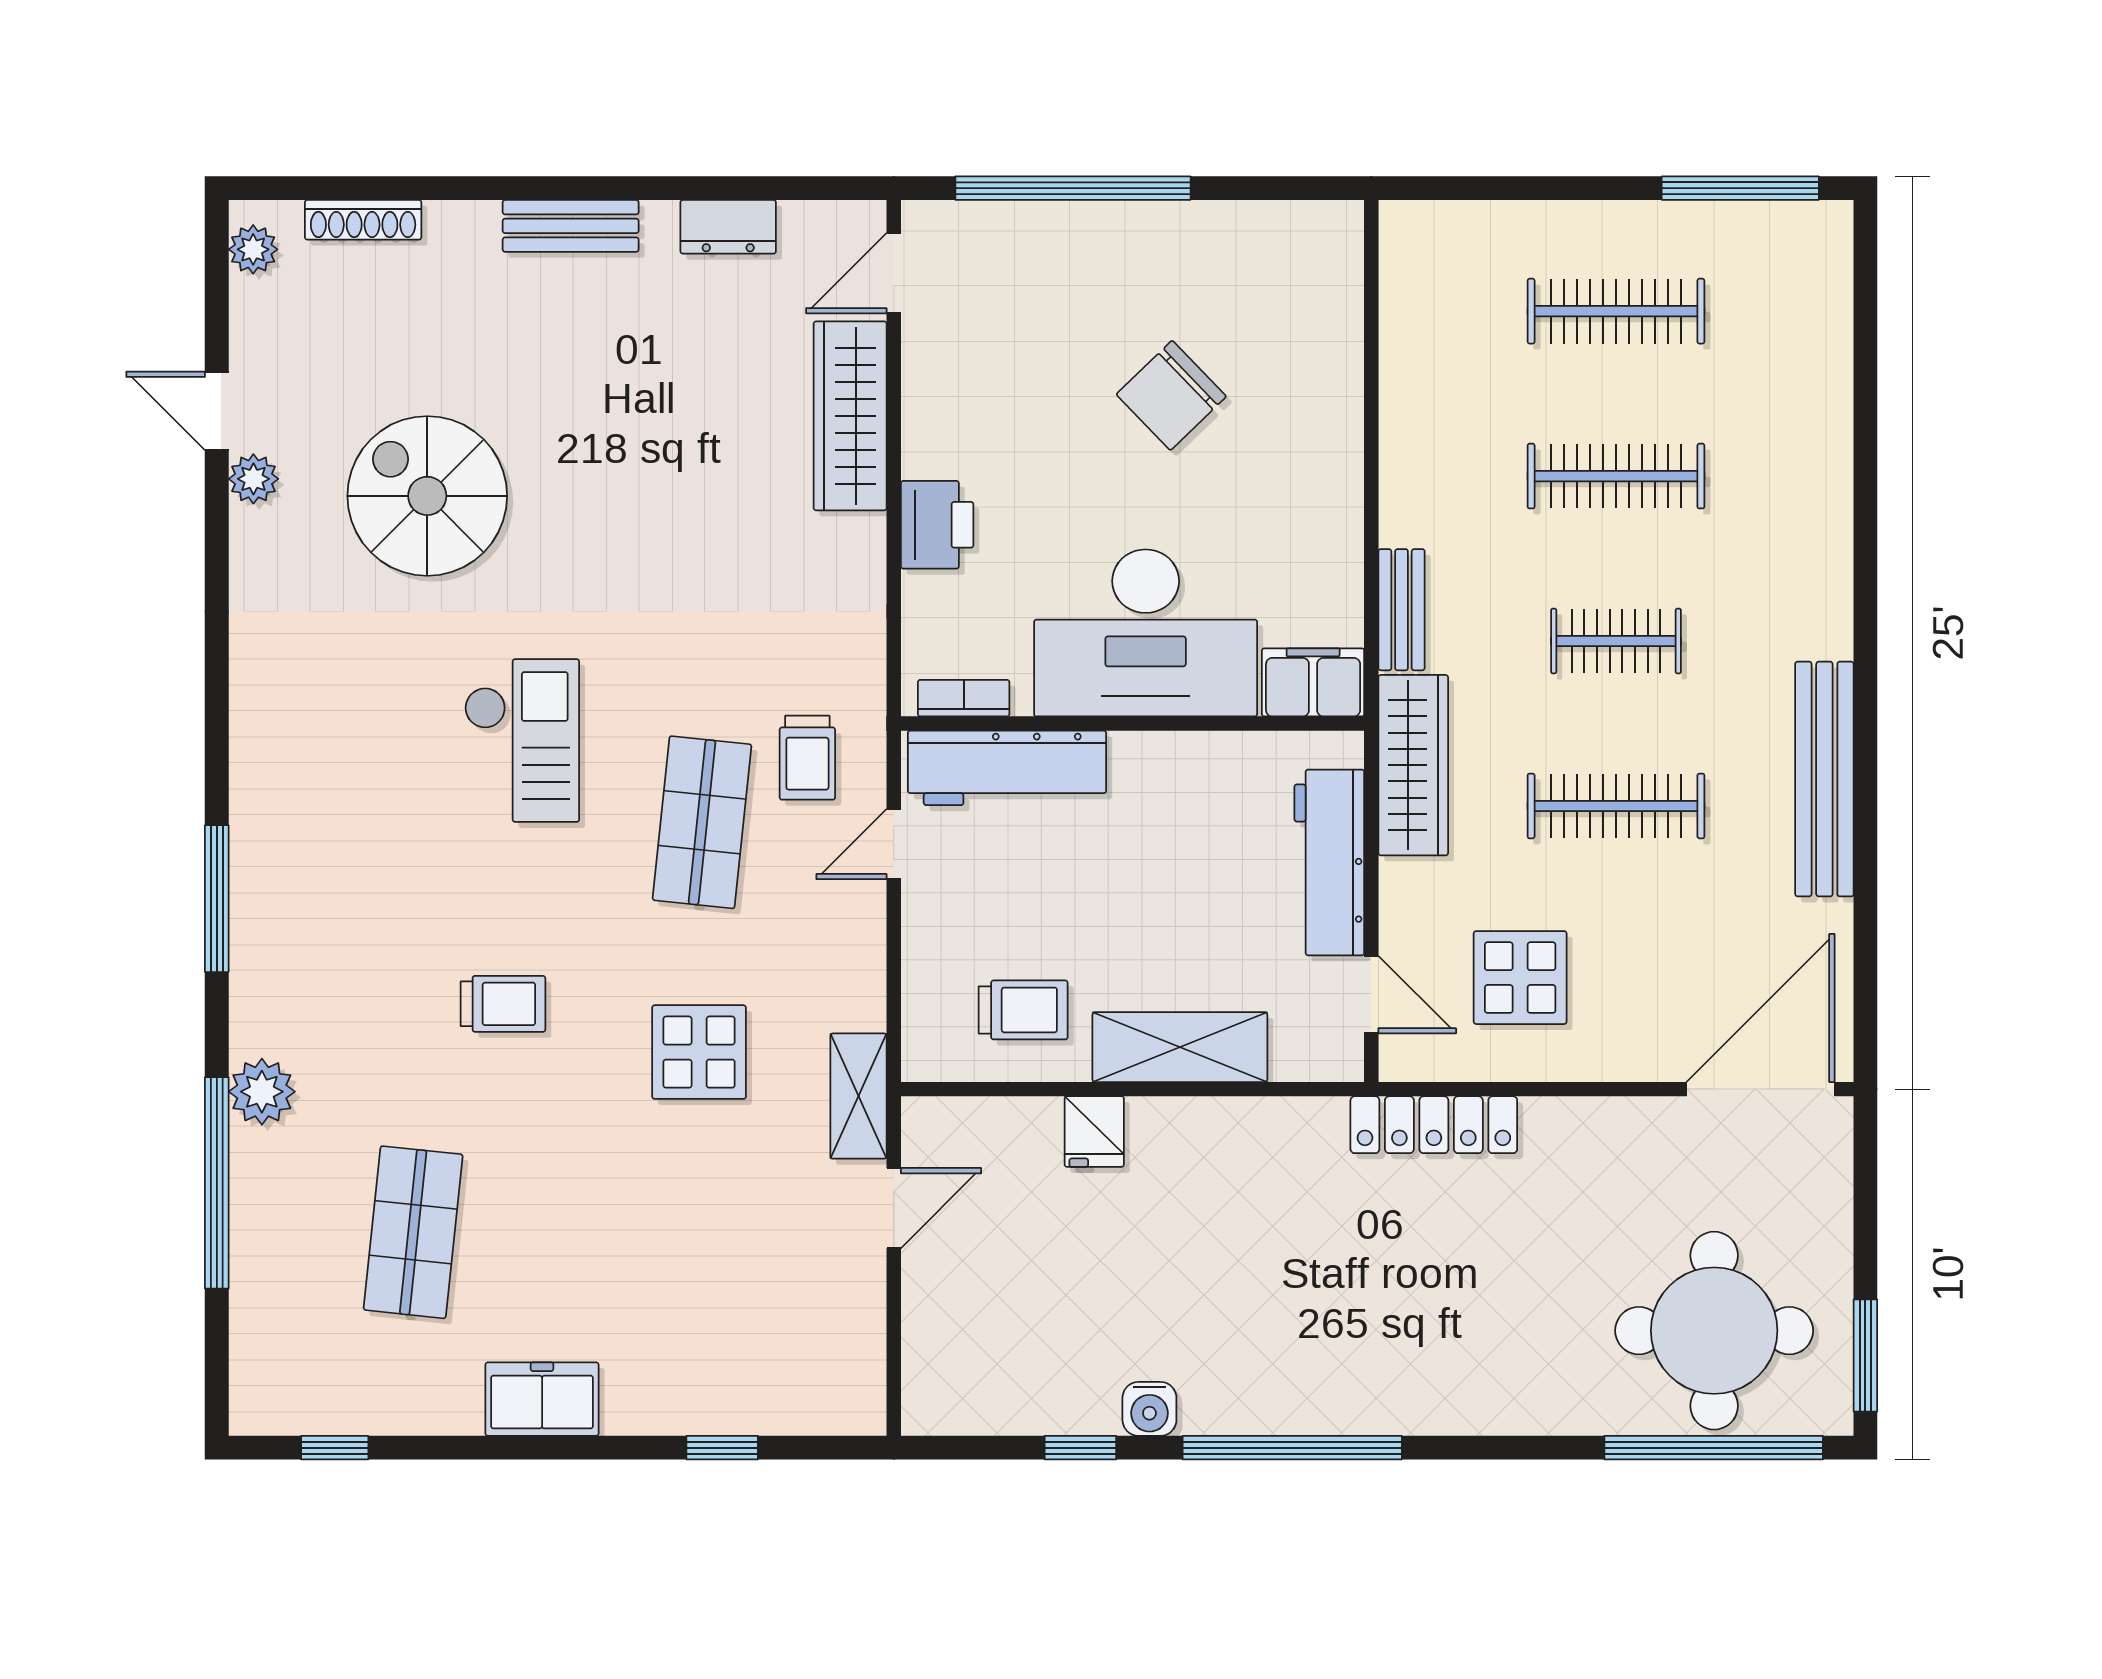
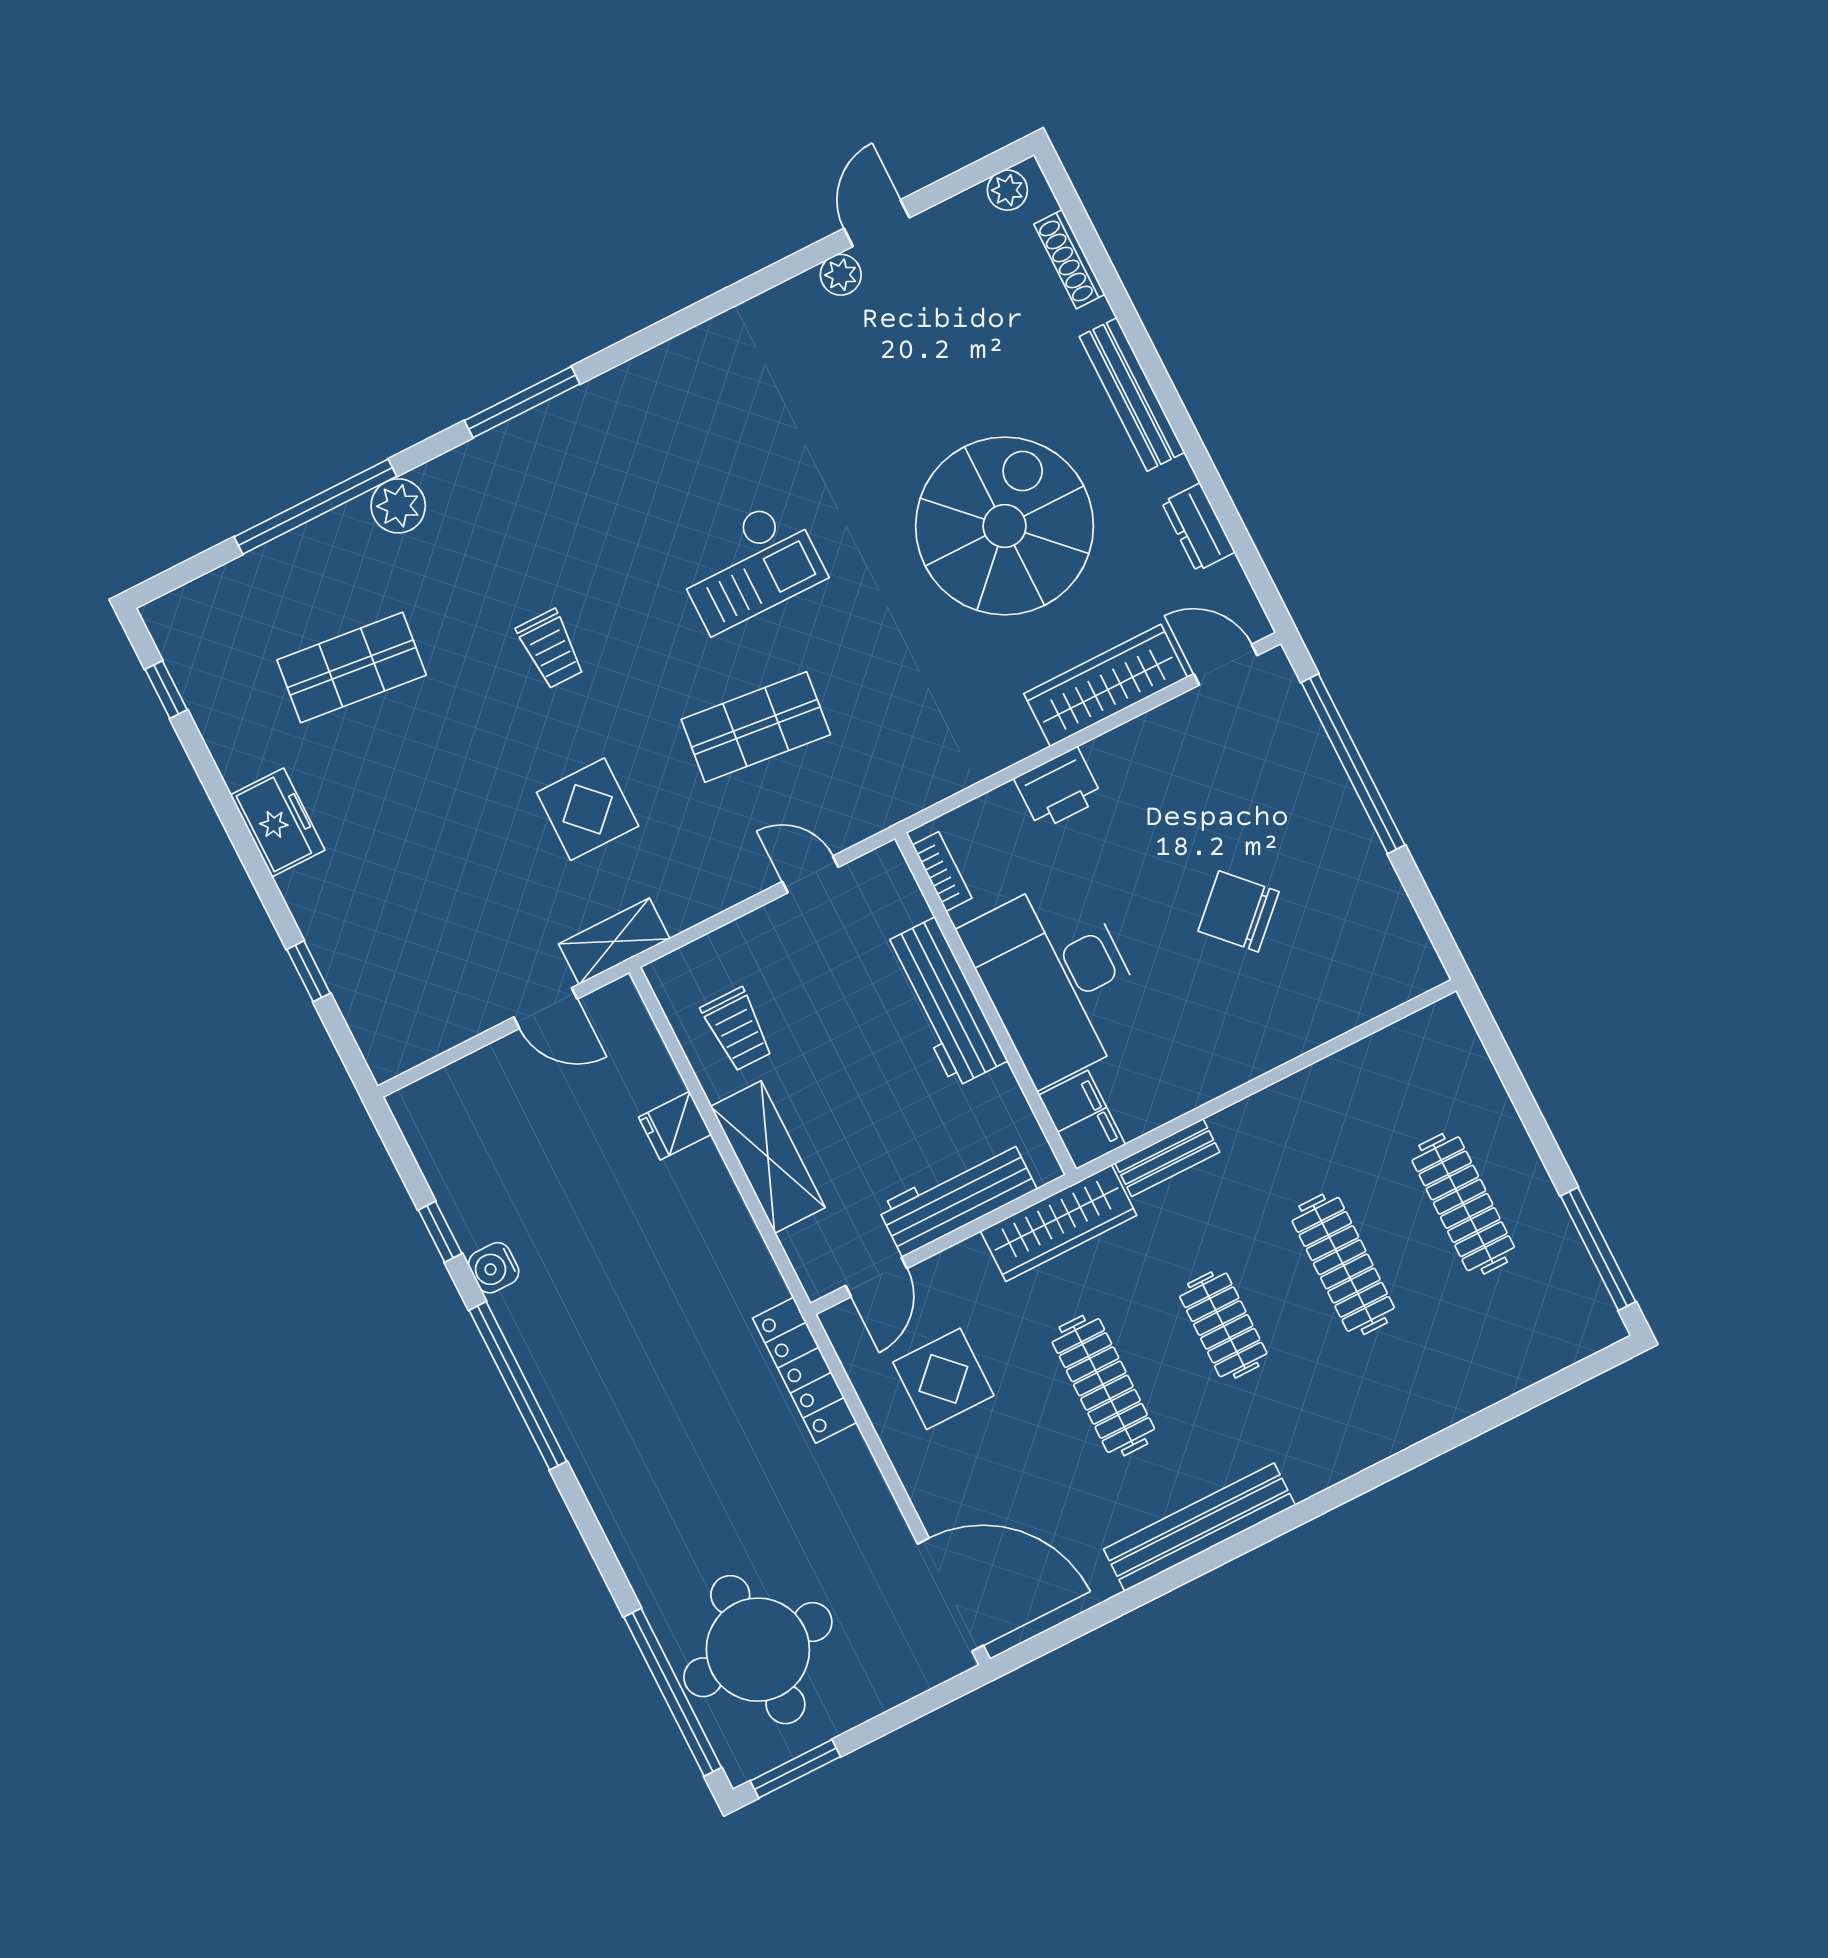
bench: (571, 226) -> (1132, 394), width x1.36
spiral stairs: (427, 496) -> (1005, 526), moved, width x1.37, depth x1.37
trolley: (807, 758) -> (841, 780), removed
workbench: (1007, 768) -> (945, 1002), moved

